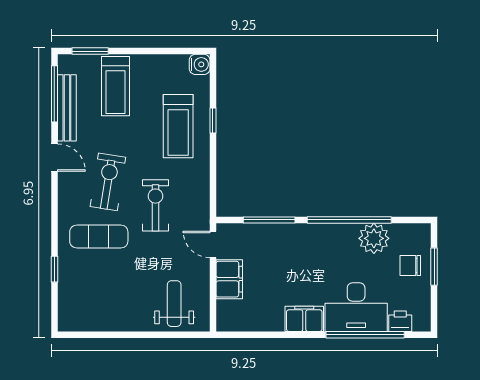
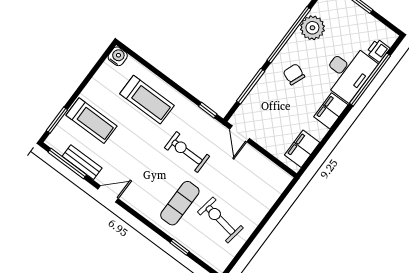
bench: (67, 108) -> (82, 162), width x0.73
window: (213, 121) -> (208, 110), moved
exercise bike: (108, 182) -> (220, 220), moved
door: (213, 244) -> (239, 134), hinge flipped
chair: (410, 265) -> (294, 74), moved, turned 111
filing cabinet: (229, 279) -> (302, 149), moved, turned -90
weight bench: (174, 304) -> (259, 187), removed

